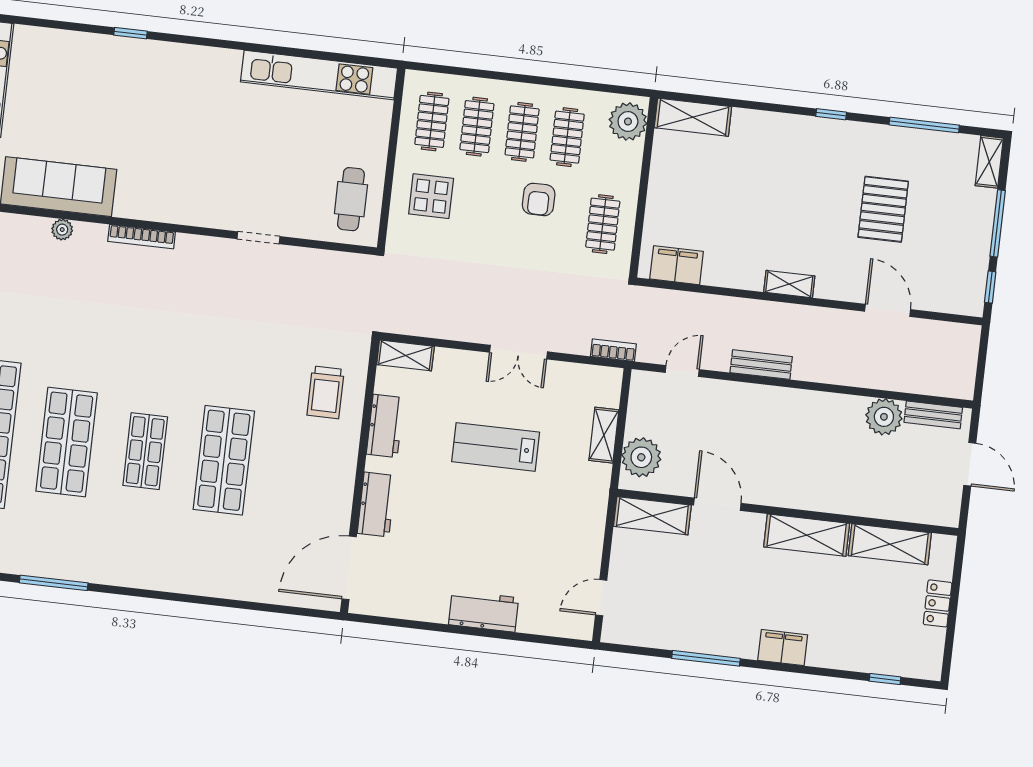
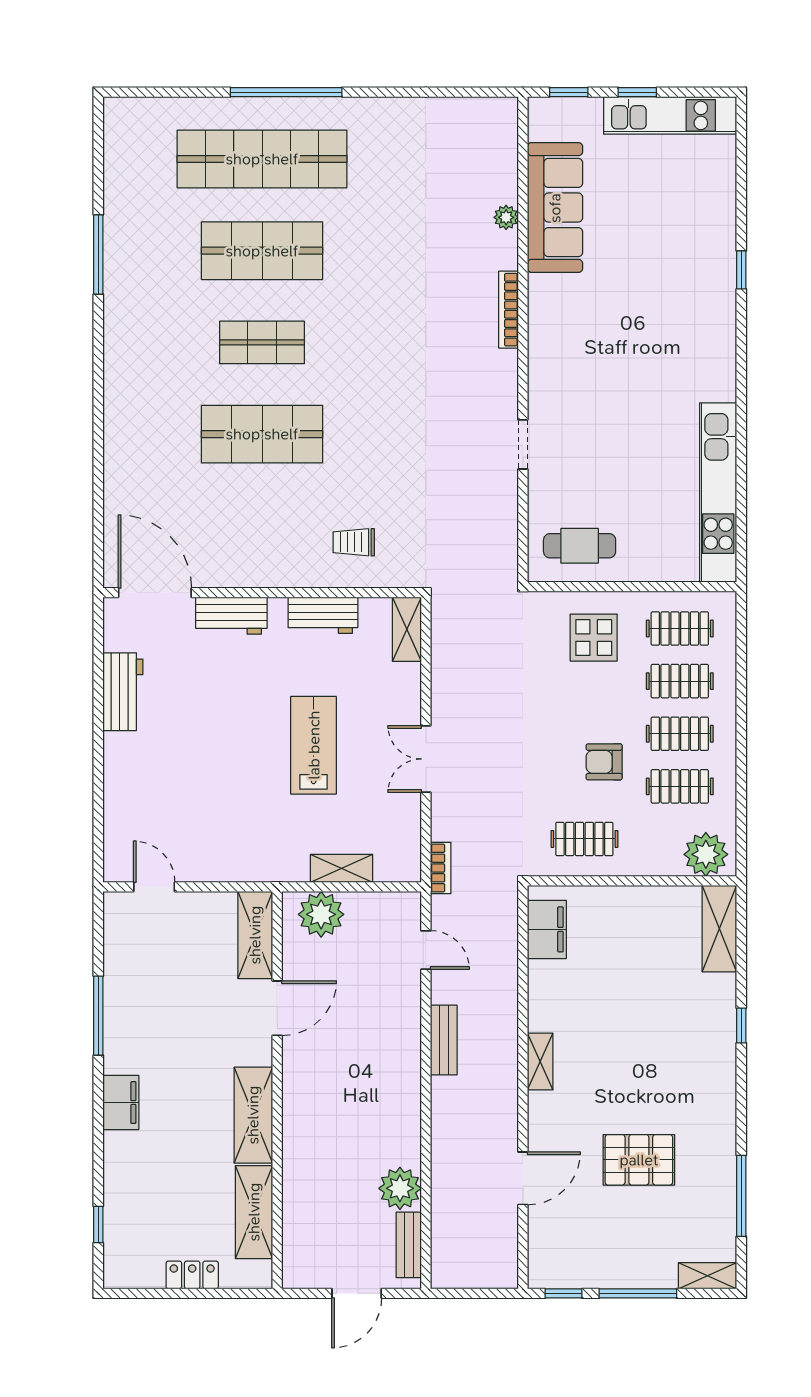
window: (831, 114) -> (741, 1025), moved
trolley: (326, 392) -> (354, 542), width x0.73, depth x0.72
workbench: (484, 611) -> (123, 692), moved

